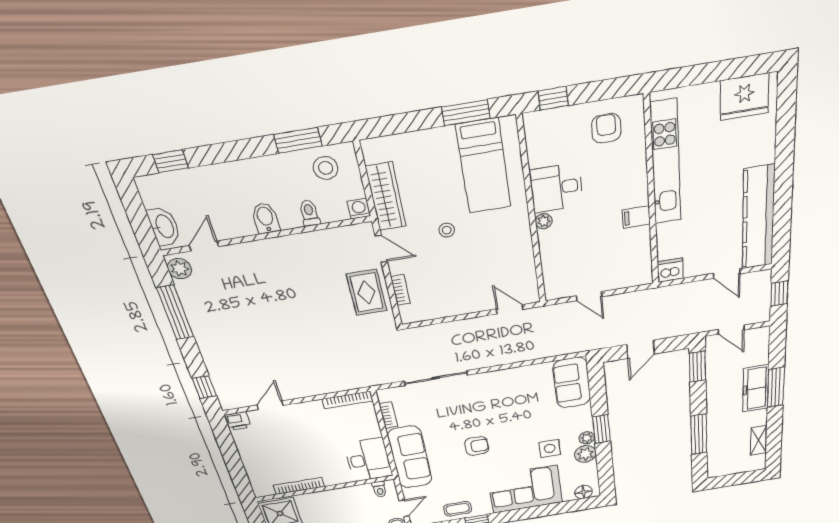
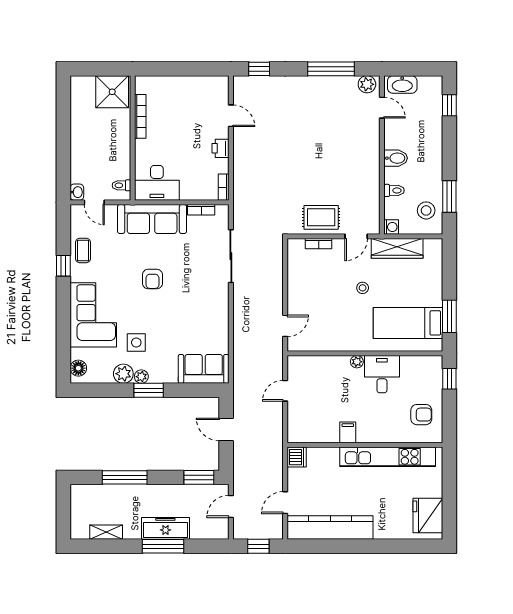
bookcase: (348, 400) -> (224, 187), width x0.64
printer: (237, 421) -> (220, 148), moved

